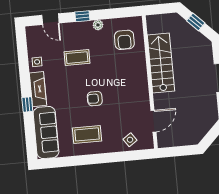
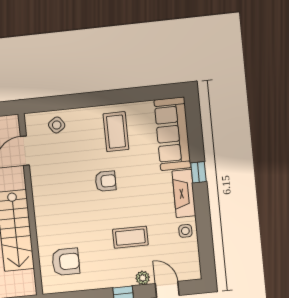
plant: (98, 25) -> (143, 278), moved
armchair: (124, 40) -> (66, 262), turned 90
coffee table: (87, 134) -> (116, 132), turned 90

